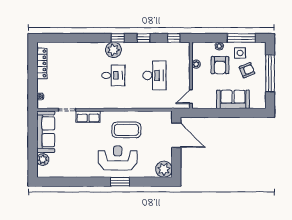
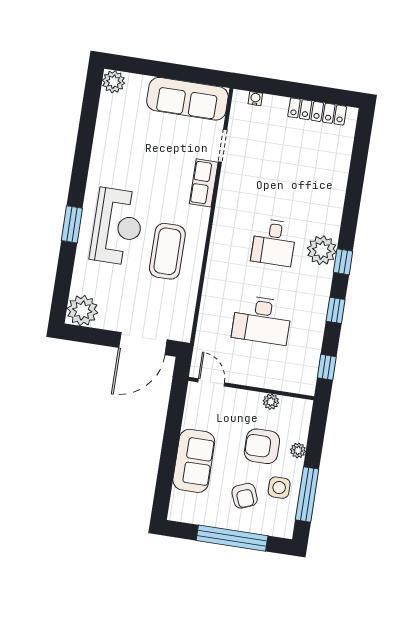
plant: (43, 160) -> (114, 82), moved

